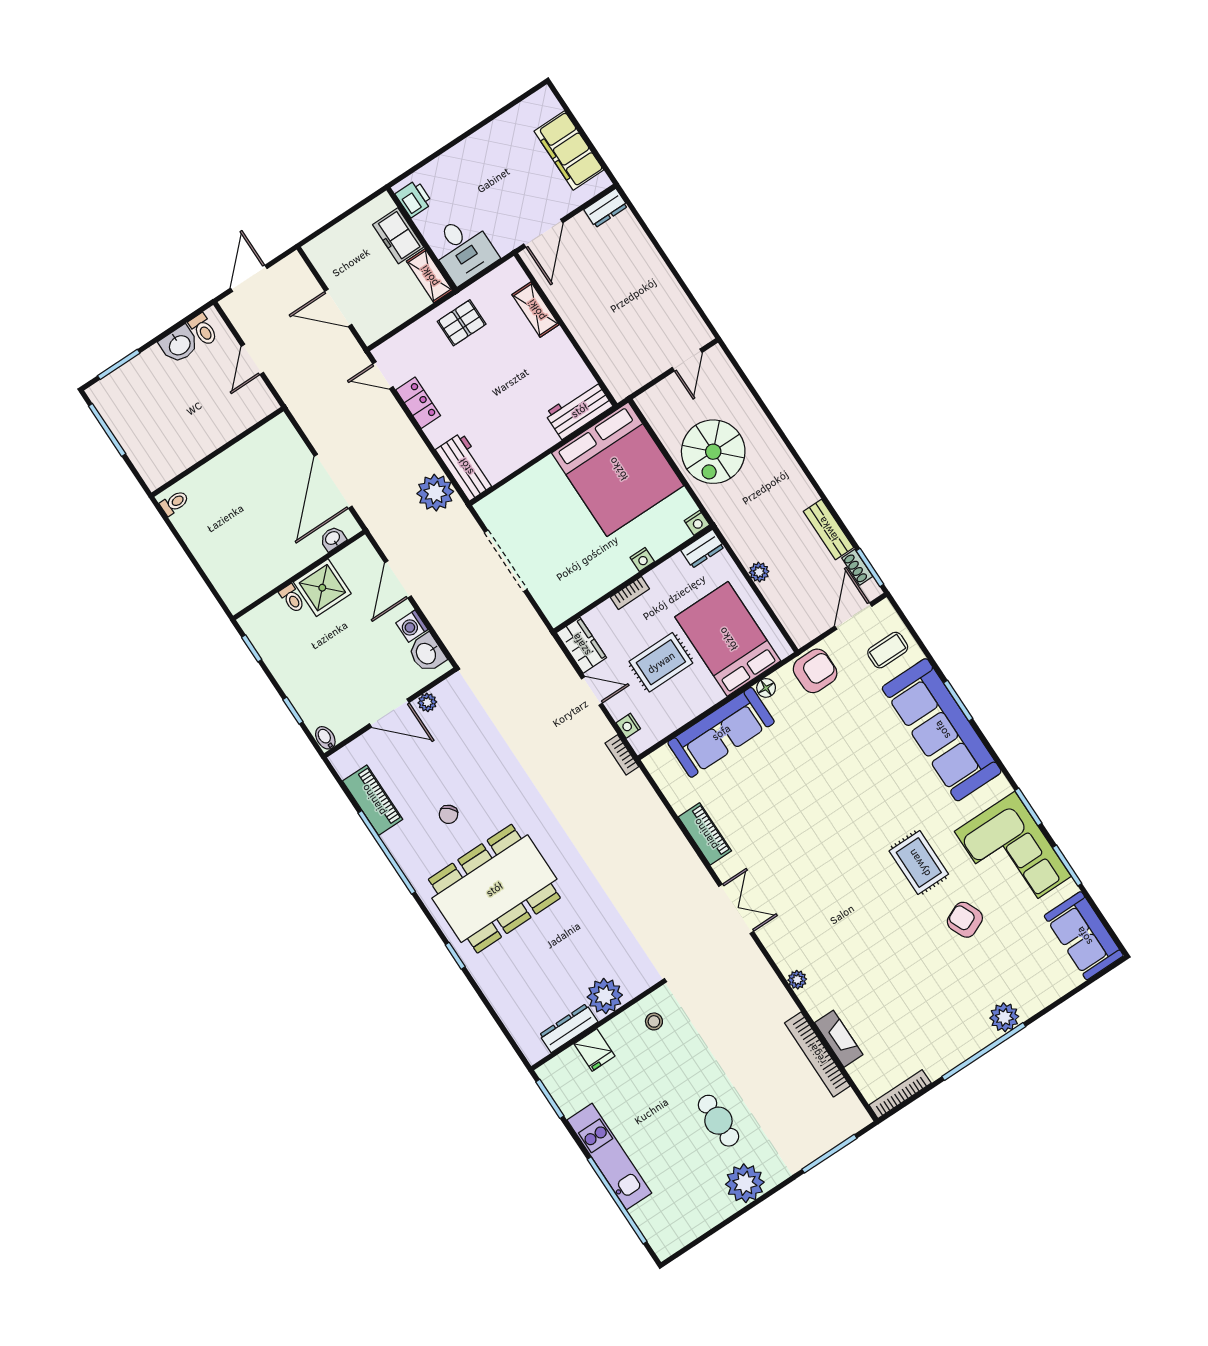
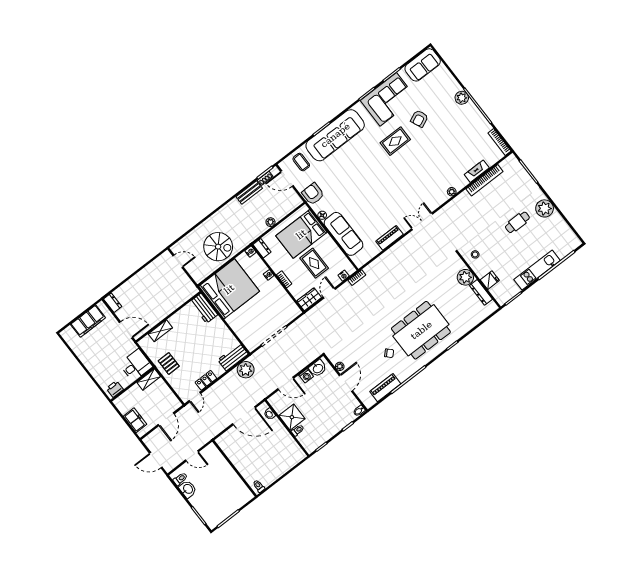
freezer: (398, 236) -> (135, 420), moved, turned -90
dining table: (494, 889) -> (421, 330), turned 90

